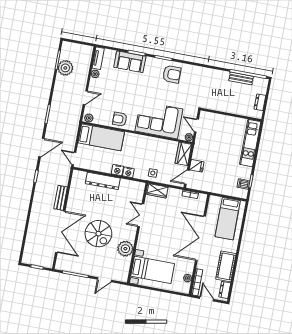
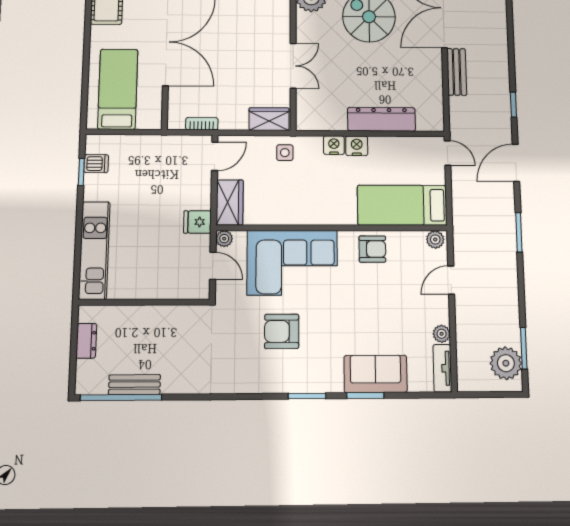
plant: (65, 68) -> (506, 363), moved
armchair: (172, 74) -> (282, 331), moved
fridge: (197, 166) -> (197, 222), moved

